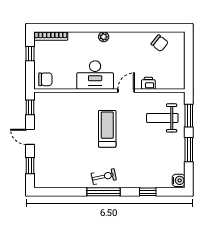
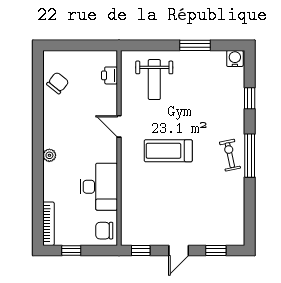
desk: (95, 75) -> (99, 187), moved
chair: (45, 79) -> (104, 231), turned -90
printer: (148, 83) -> (109, 75), moved
window: (189, 116) -> (151, 45), removed

